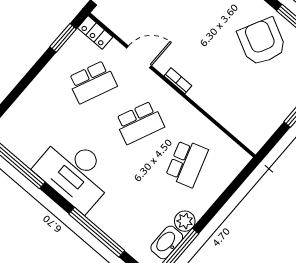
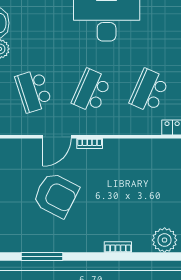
armchair: (262, 42) -> (56, 195), moved
door: (139, 57) -> (57, 137), moved

